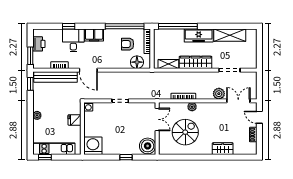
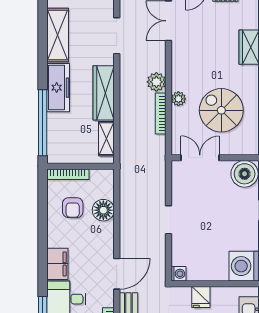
window: (125, 26) -> (43, 212), removed
floor lamp: (137, 62) -> (103, 210), moved
plant: (219, 94) -> (156, 82), moved

